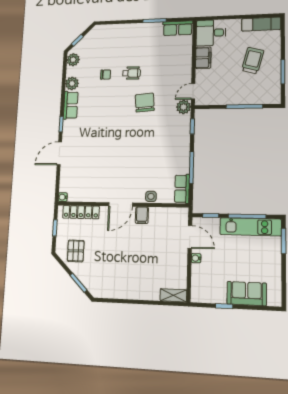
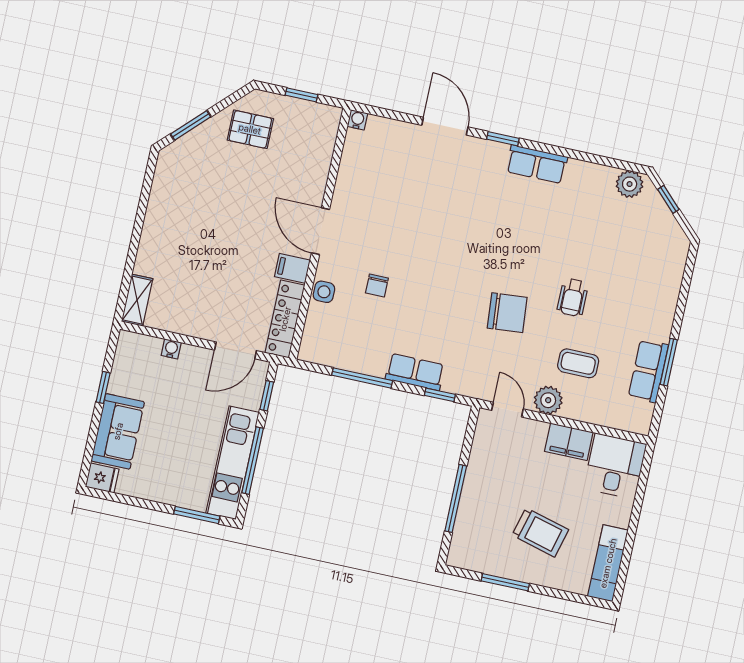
row of seats: (178, 28) -> (648, 371), moved
coffee table: (163, 63) -> (578, 363), added
chair: (106, 75) -> (377, 286), moved
plant: (72, 83) -> (581, 174), removed
plant: (184, 107) -> (548, 400), moved
row of seats: (182, 189) -> (415, 372), moved
locker: (81, 212) -> (285, 319), moved
water cooler: (196, 258) -> (171, 349), moved
fridge: (275, 298) -> (102, 478), added

